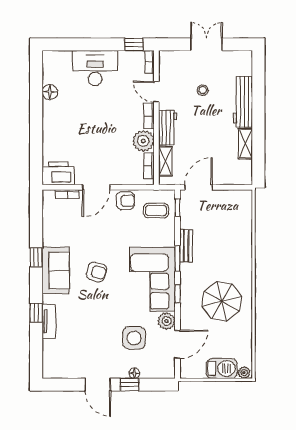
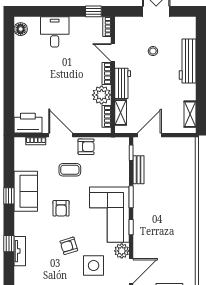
desk: (95, 68) -> (55, 32), width x0.73
floor lamp: (50, 92) -> (21, 29), moved
shelving: (245, 144) -> (190, 114), moved
door: (96, 187) -> (61, 135), swing flipped
coffee table: (156, 211) -> (70, 170), moved
bench: (186, 246) -> (139, 170), moved
sofa: (56, 270) -> (26, 191), moved
armchair: (97, 272) -> (61, 208), turned 74
parasol: (222, 301) -> (169, 234), removed
armchair: (105, 315) -> (69, 246), added

